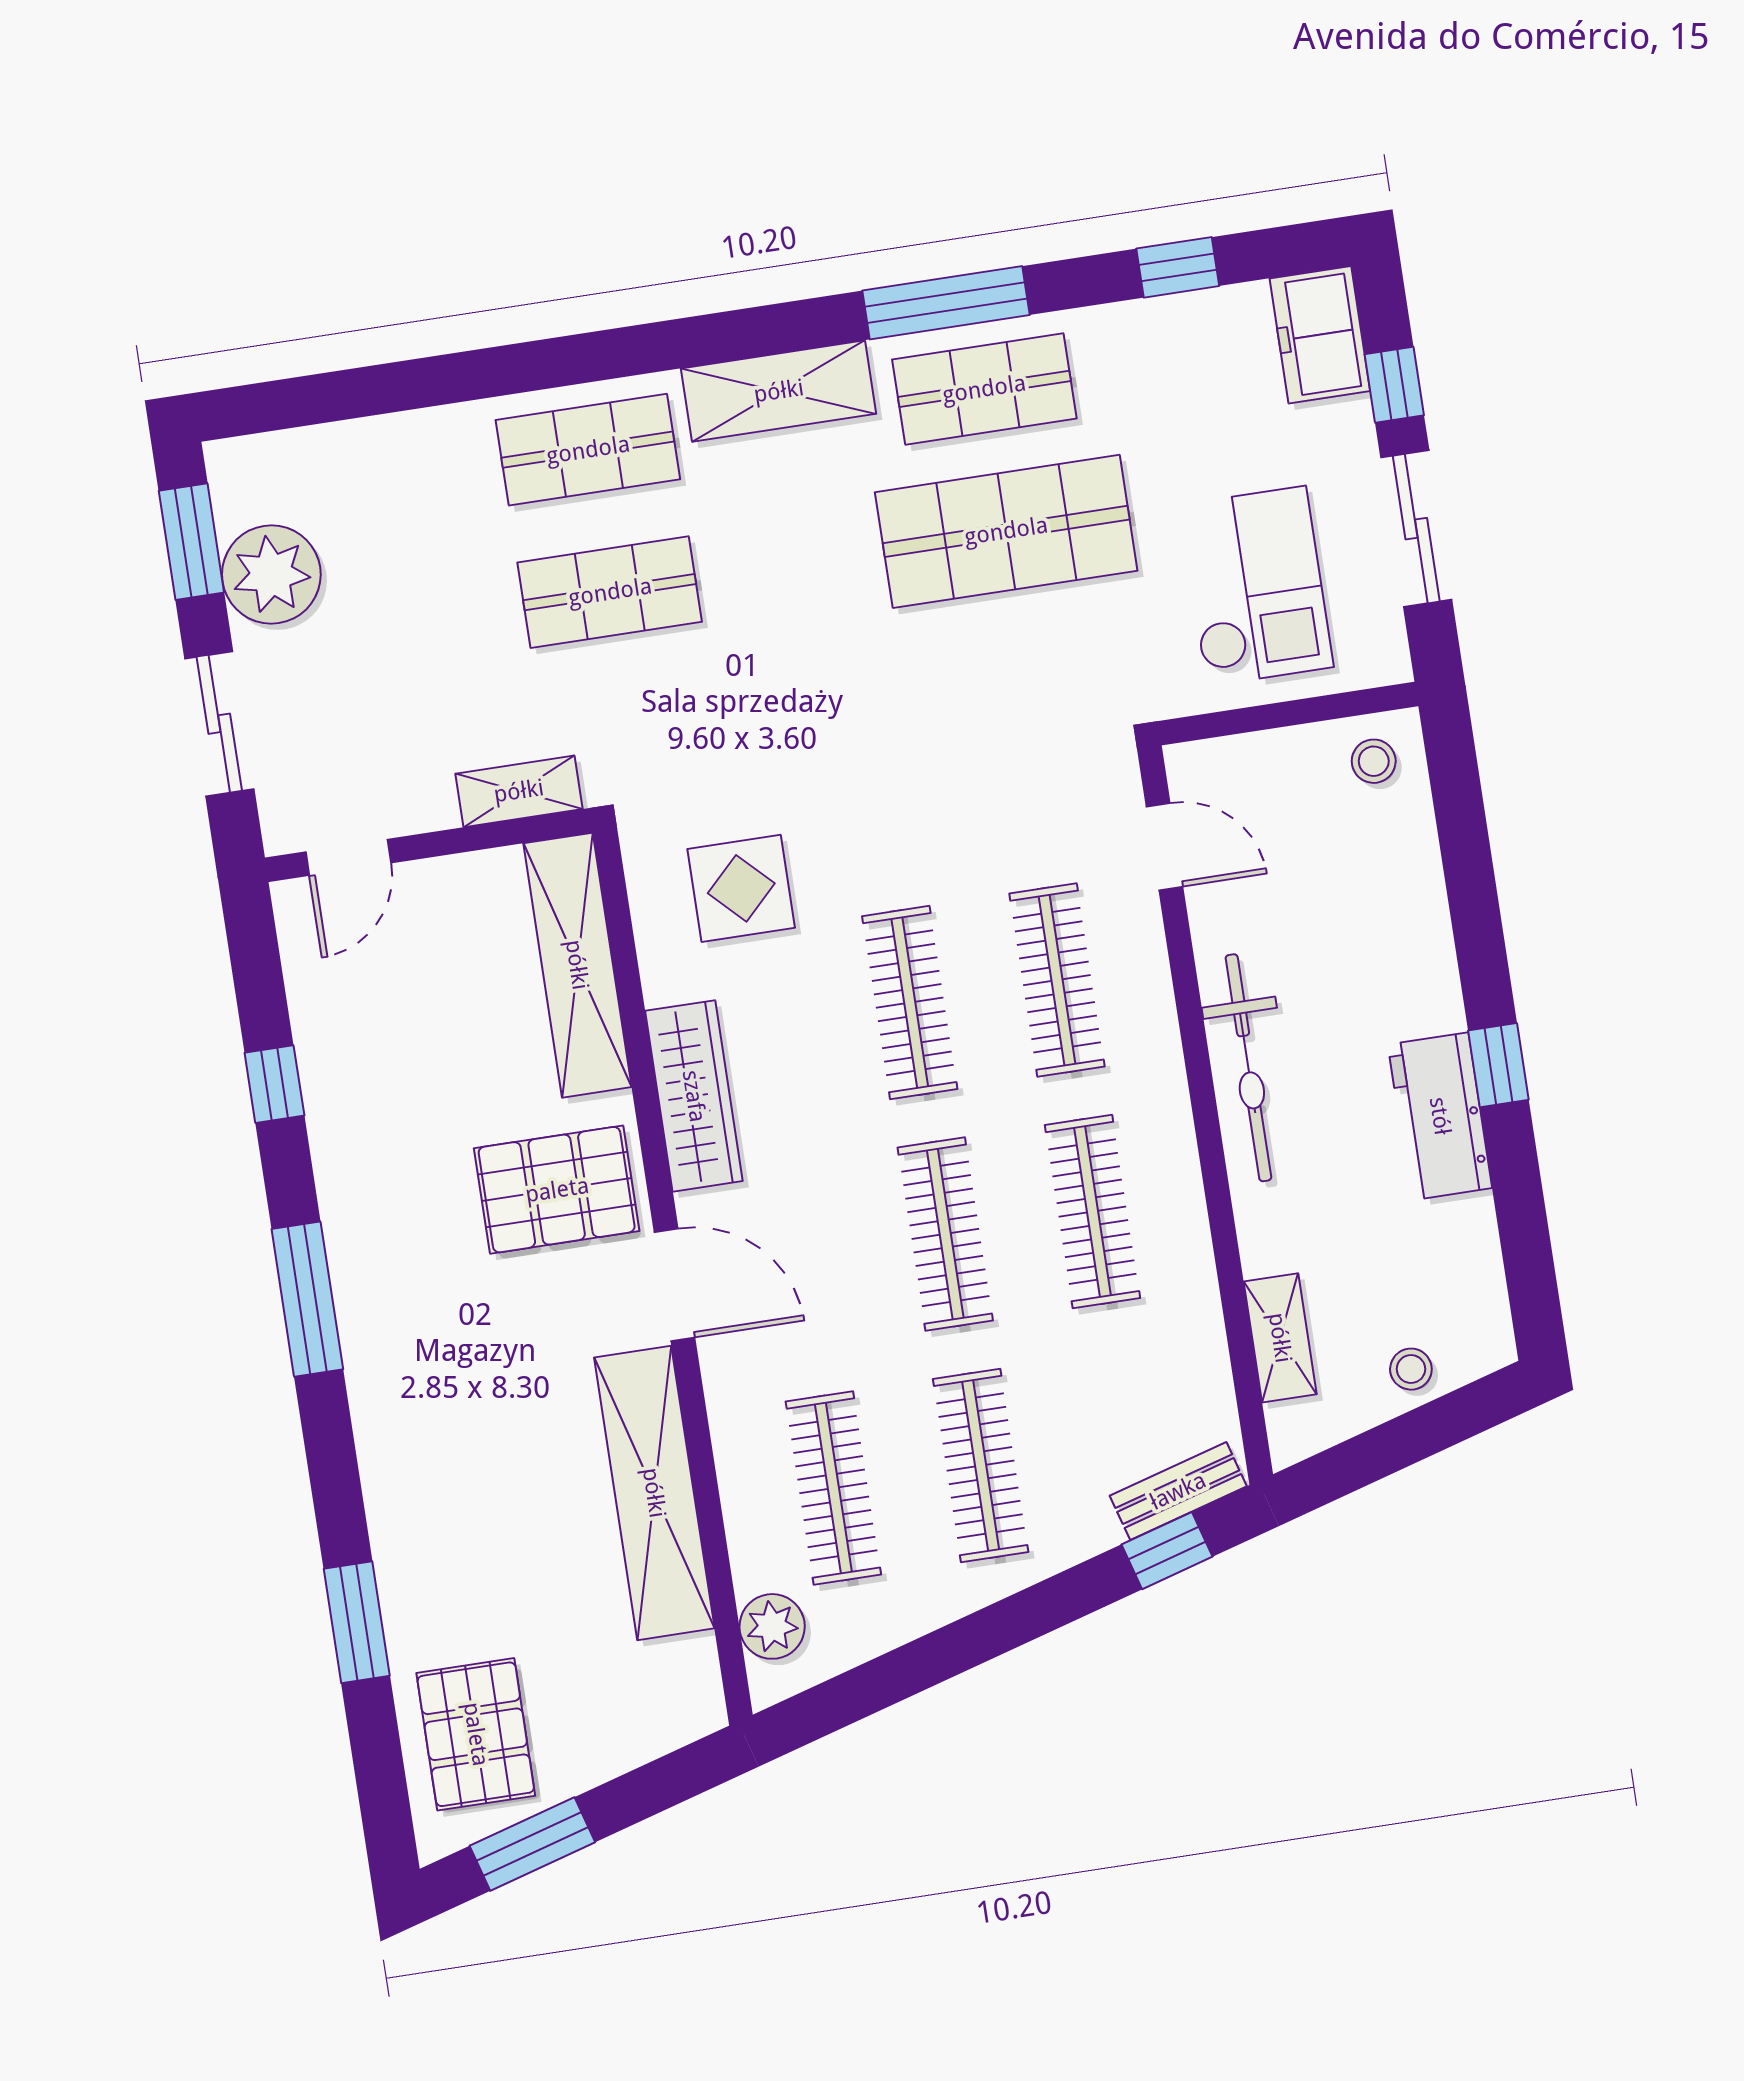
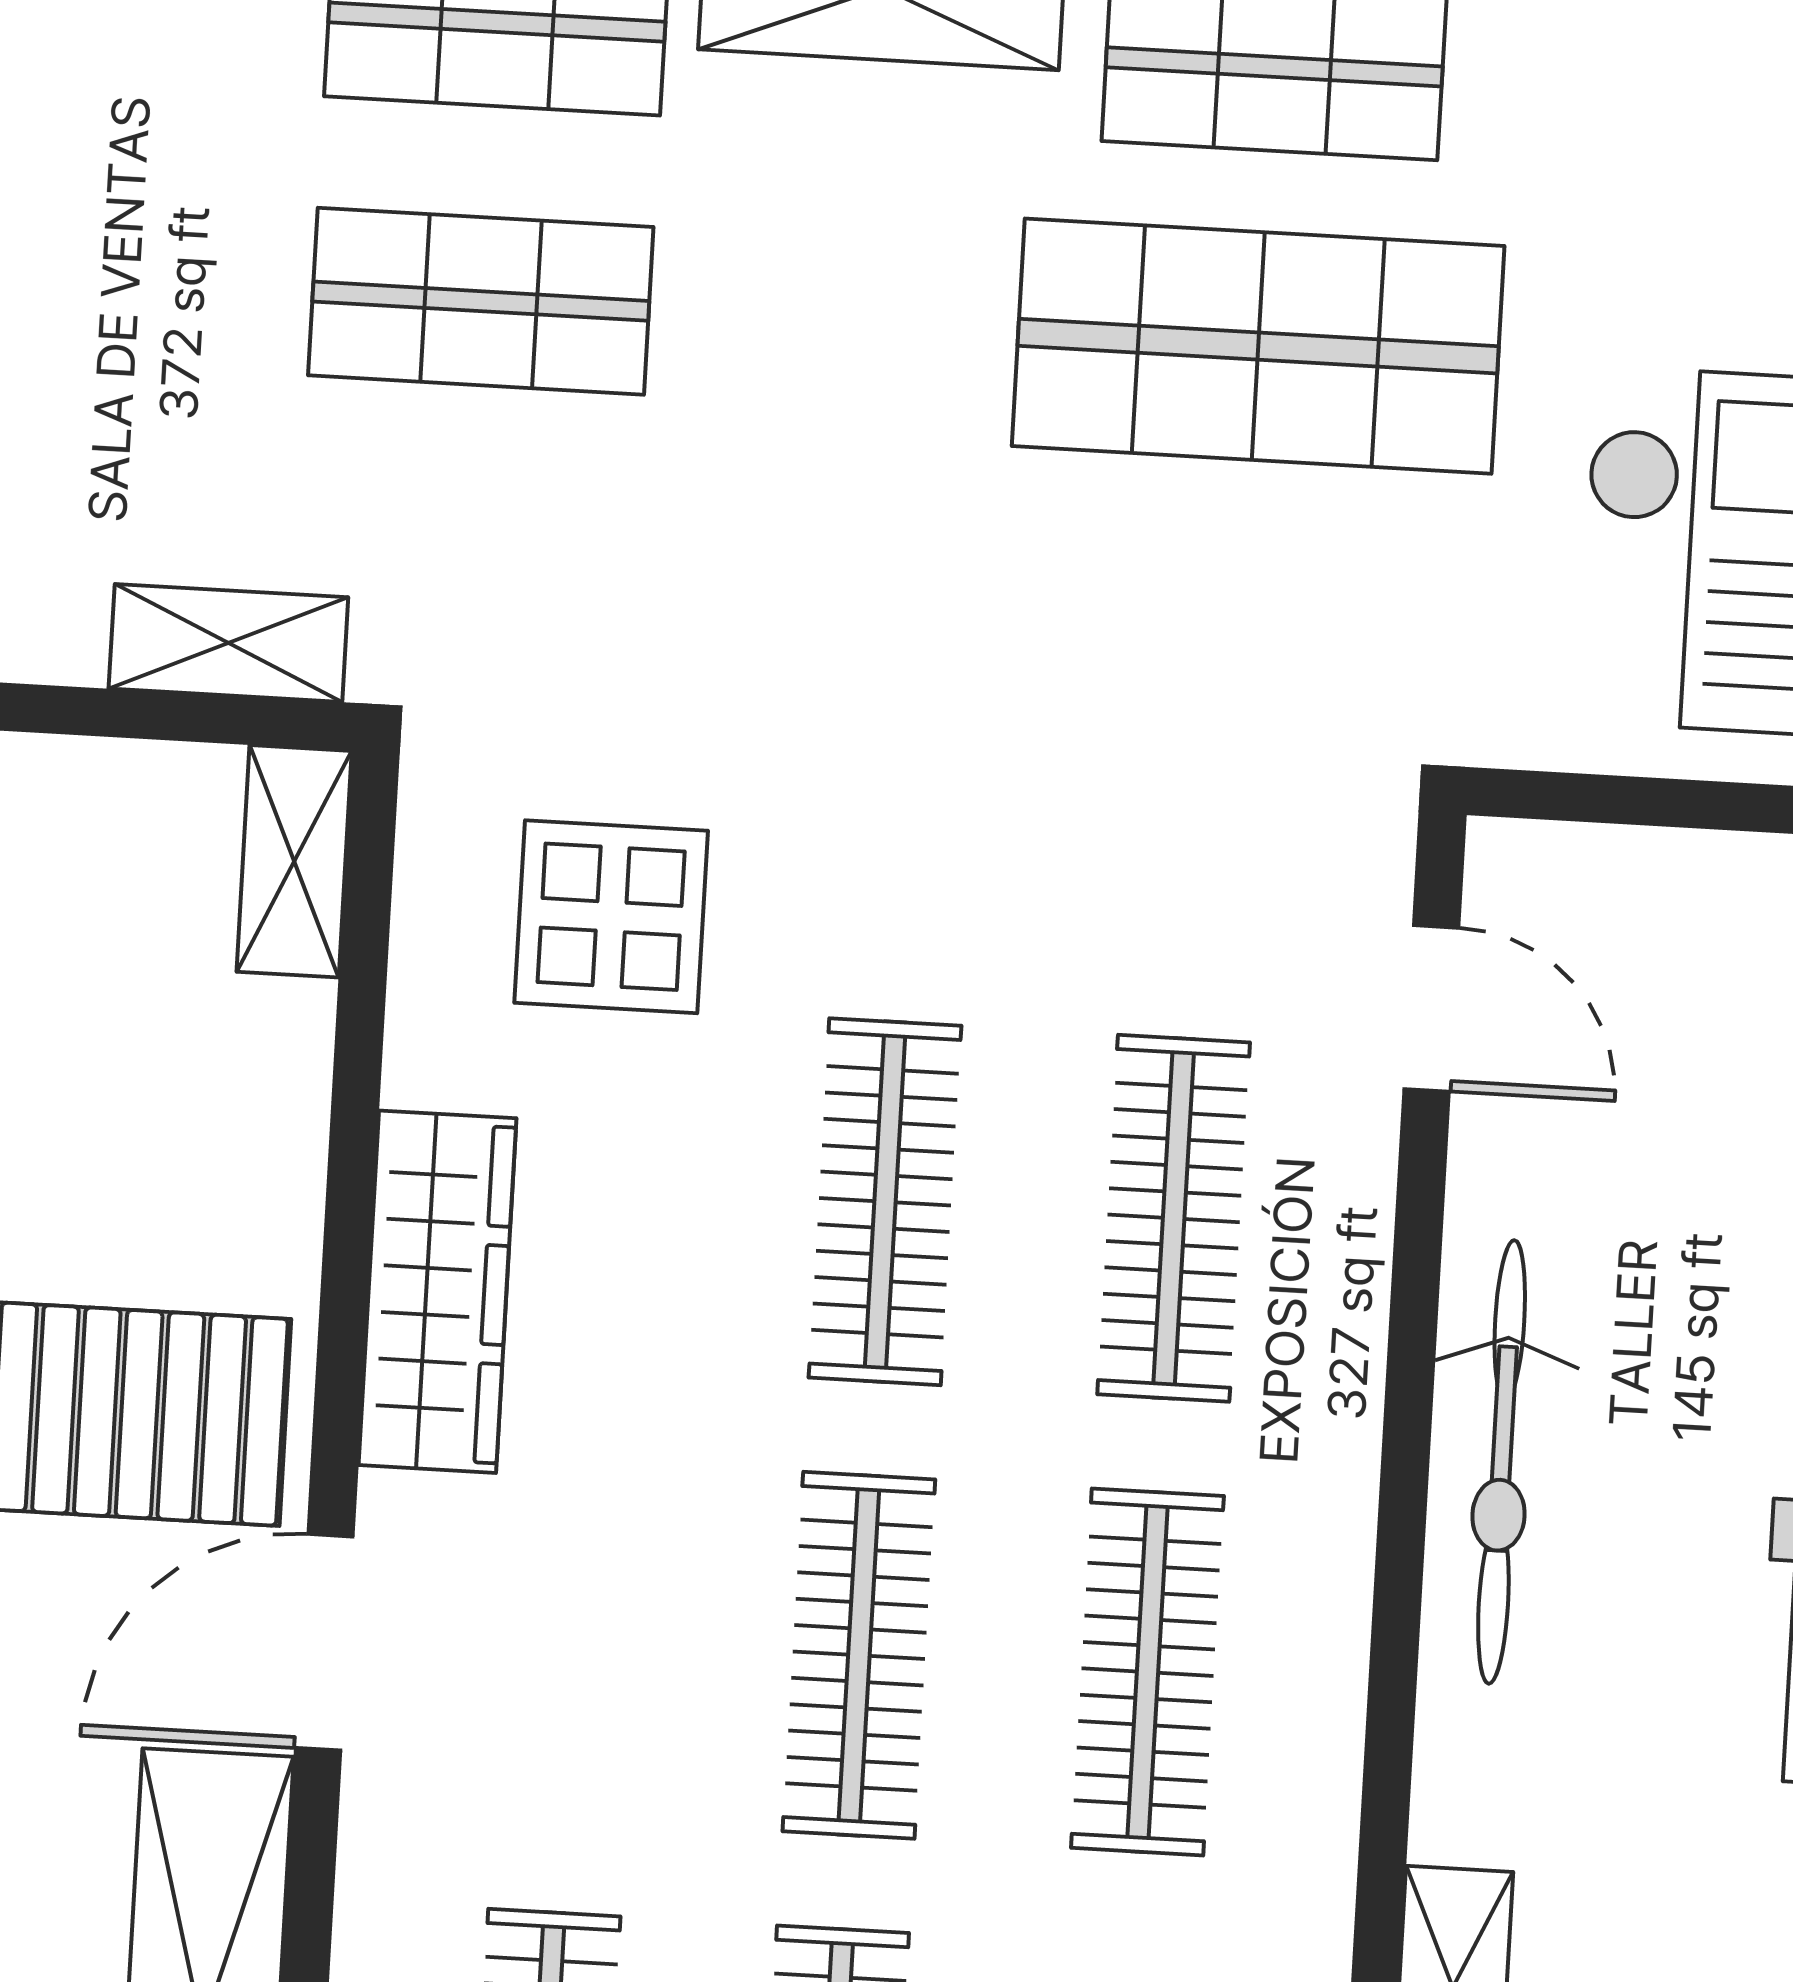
shelving: (577, 965) -> (294, 861), width x0.45, depth x0.75
door: (674, 1285) -> (324, 1642), swing flipped

